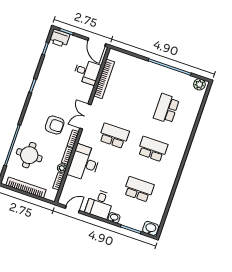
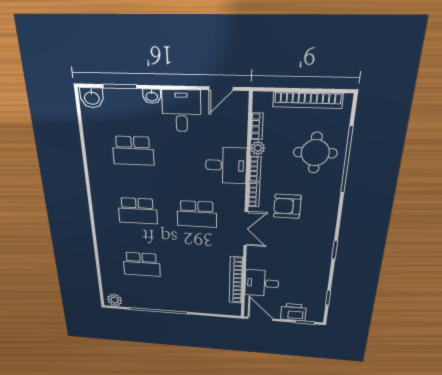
printer: (59, 38) -> (293, 312), moved
school desk: (166, 109) -> (142, 264), turned 90
desk: (84, 163) -> (226, 165), width x0.73

